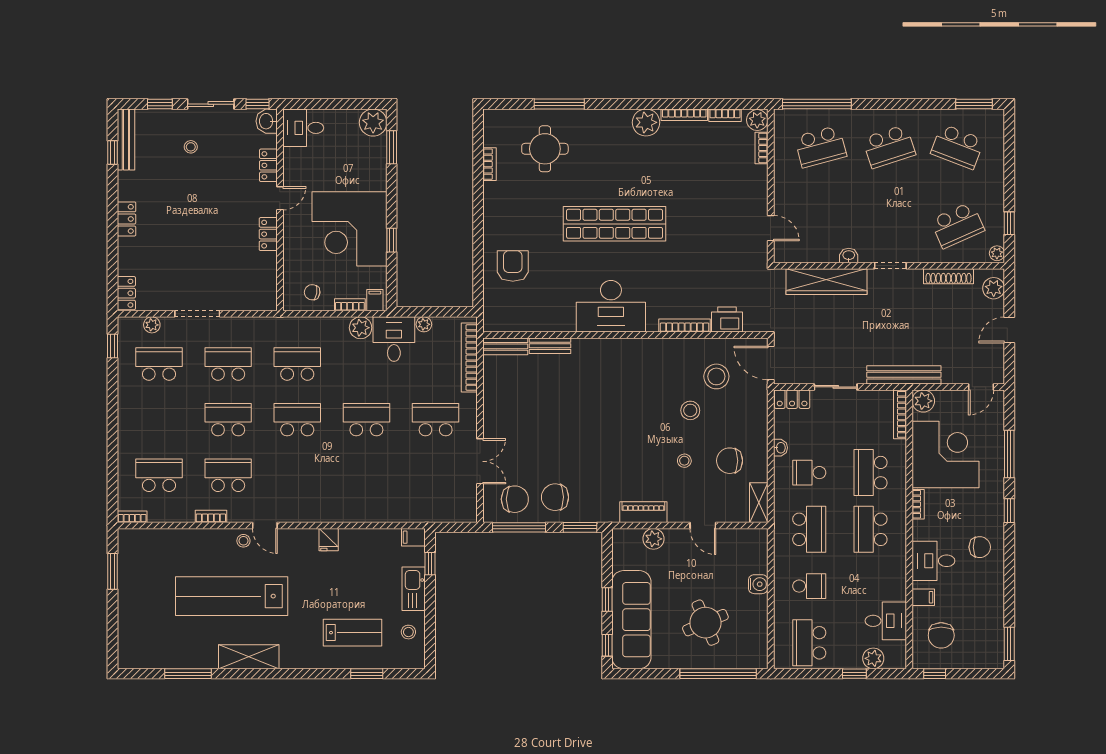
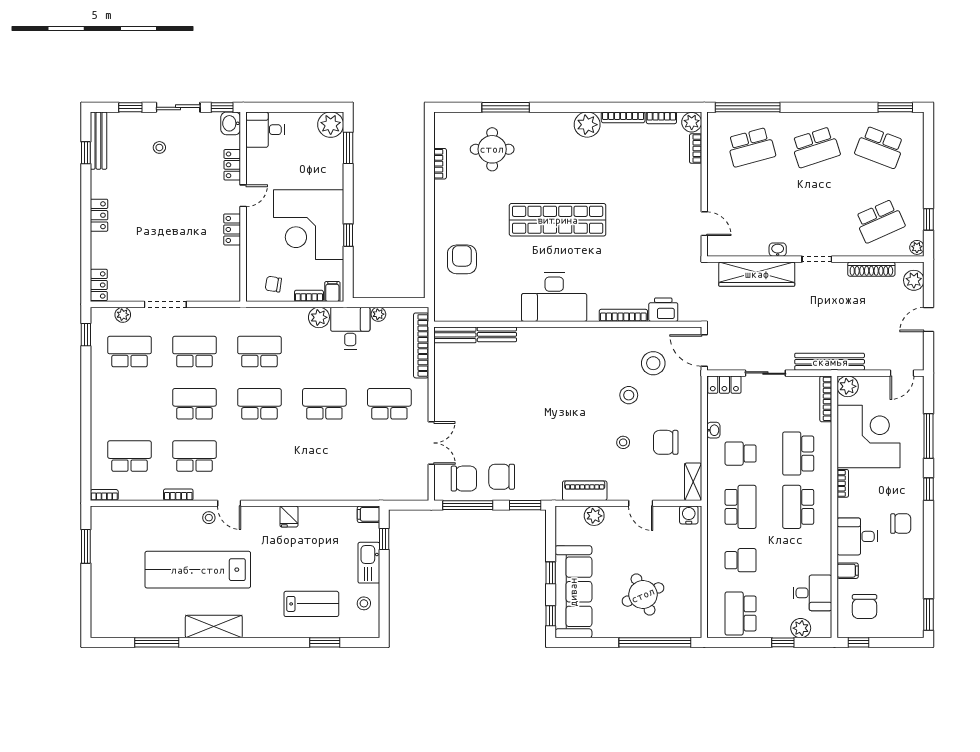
water cooler: (758, 584) -> (689, 515), moved, turned -90

